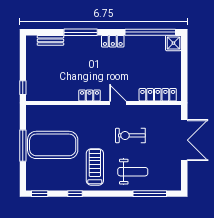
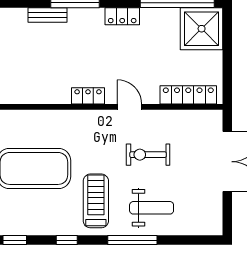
bench: (50, 40) -> (48, 15), moved
shower: (173, 43) -> (202, 29), width x1.86, depth x1.86
window: (150, 194) -> (132, 240), moved

